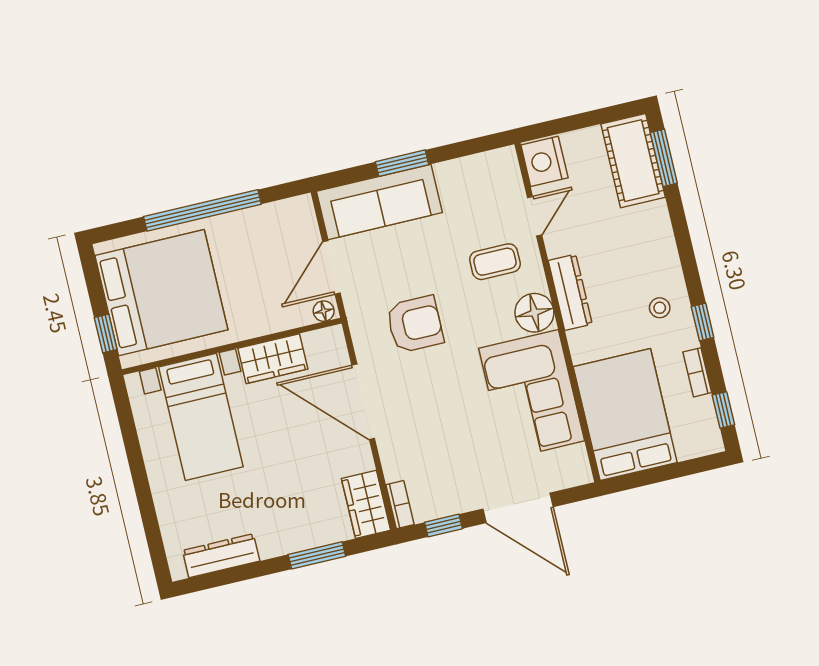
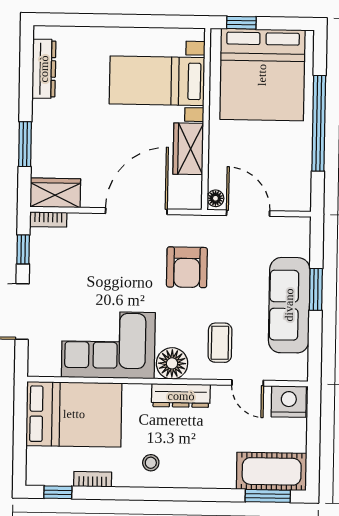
sofa: (379, 202) -> (289, 305), moved
window: (703, 322) -> (131, 494), removed

